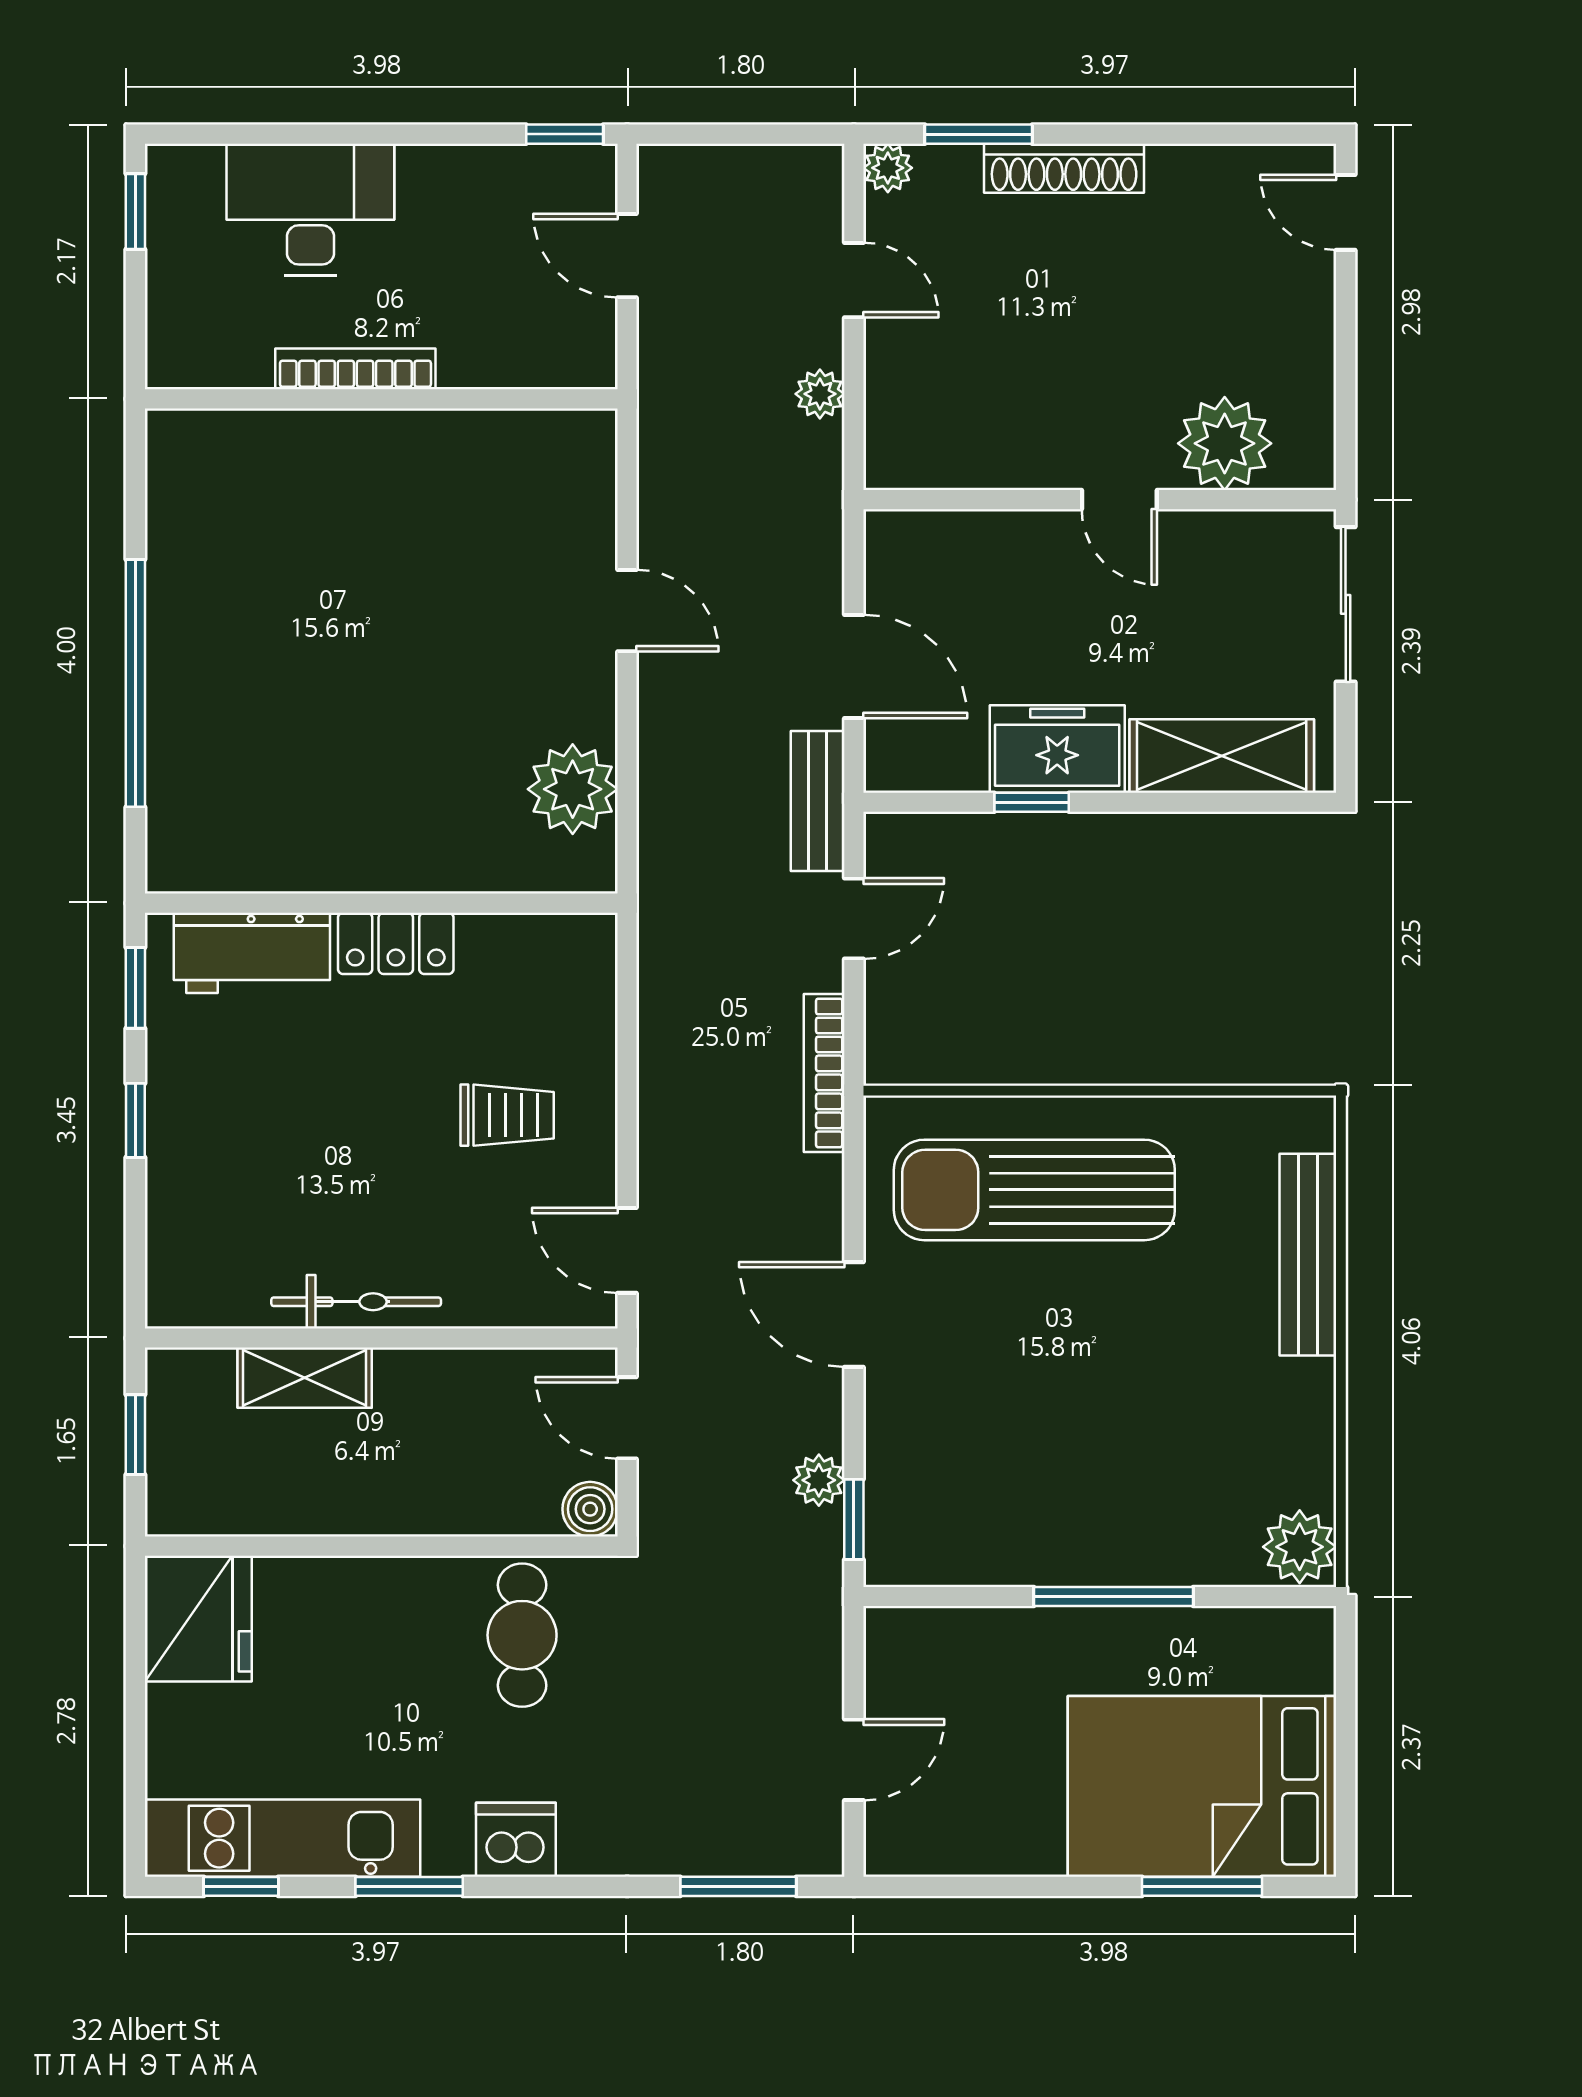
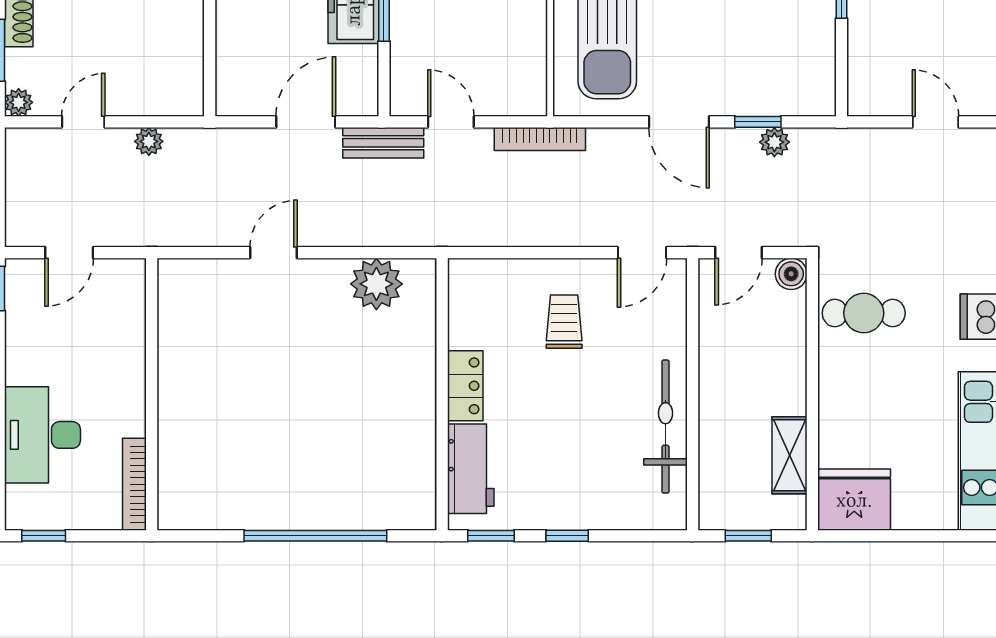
bookcase: (355, 369) -> (134, 484), moved
bicycle: (356, 1302) -> (665, 427), width x1.37, depth x1.40
door: (854, 1314) -> (679, 122), hinge flipped
shelving: (305, 1378) -> (790, 455), moved
window: (854, 1519) -> (758, 122), moved

